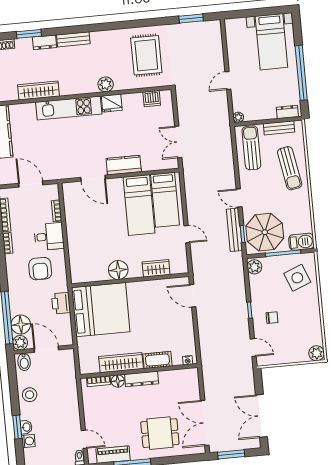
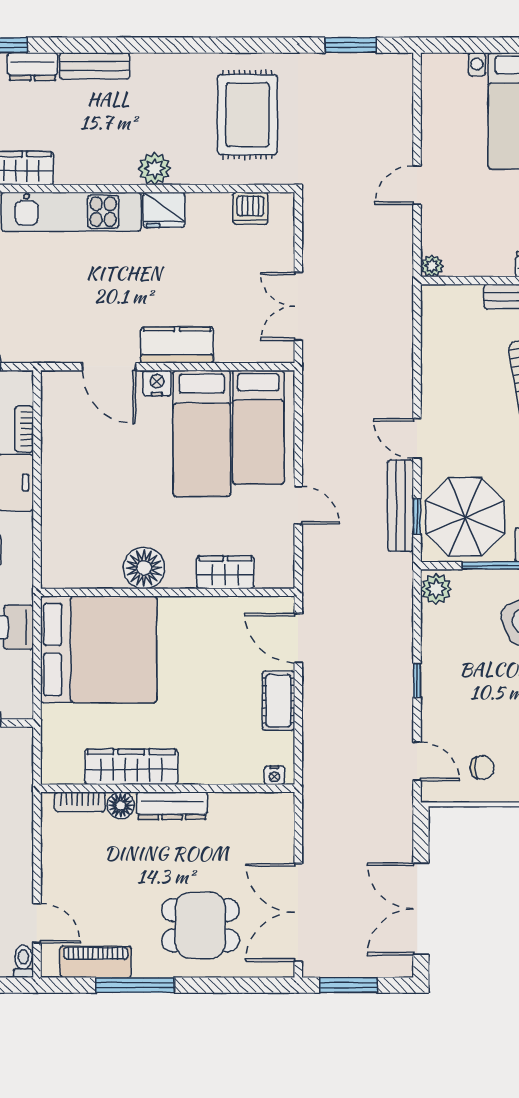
sun lounger: (251, 148) -> (454, 334), removed
nightstand: (116, 184) -> (157, 383), added
chair: (272, 318) -> (482, 768), moved
cot: (157, 360) -> (278, 701), moved, turned 90

